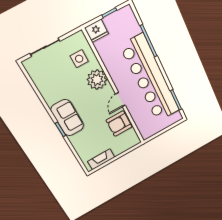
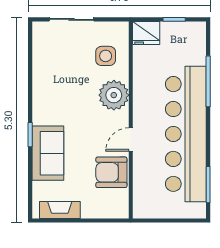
sofa: (67, 118) -> (48, 153), moved

